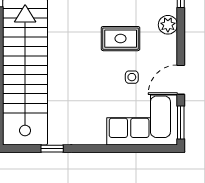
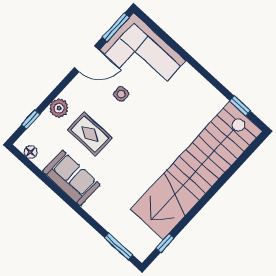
rug: (121, 39) -> (90, 134), moved
window: (52, 149) -> (240, 106), moved

